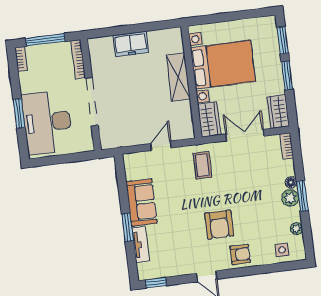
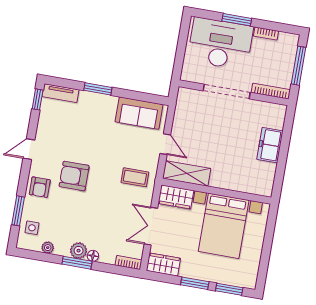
bookcase: (21, 59) -> (266, 34), moved
shelving: (178, 77) -> (187, 173), moved
double door: (245, 135) -> (151, 226), swing flipped
sofa: (142, 202) -> (139, 113), moved
tv unit: (141, 244) -> (60, 93), moved
window: (270, 268) -> (18, 211), added

